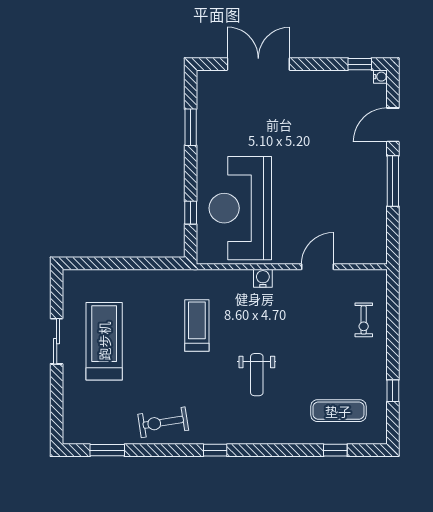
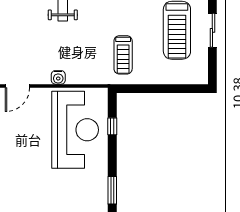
treadmill: (197, 325) -> (123, 55), moved

